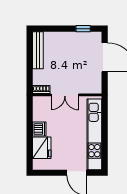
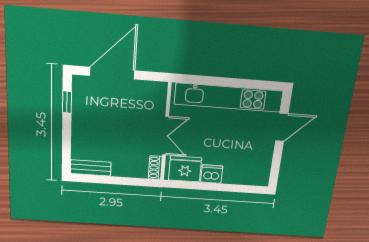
bench: (38, 50) -> (91, 168), width x0.73
fridge: (42, 148) -> (185, 169), moved

